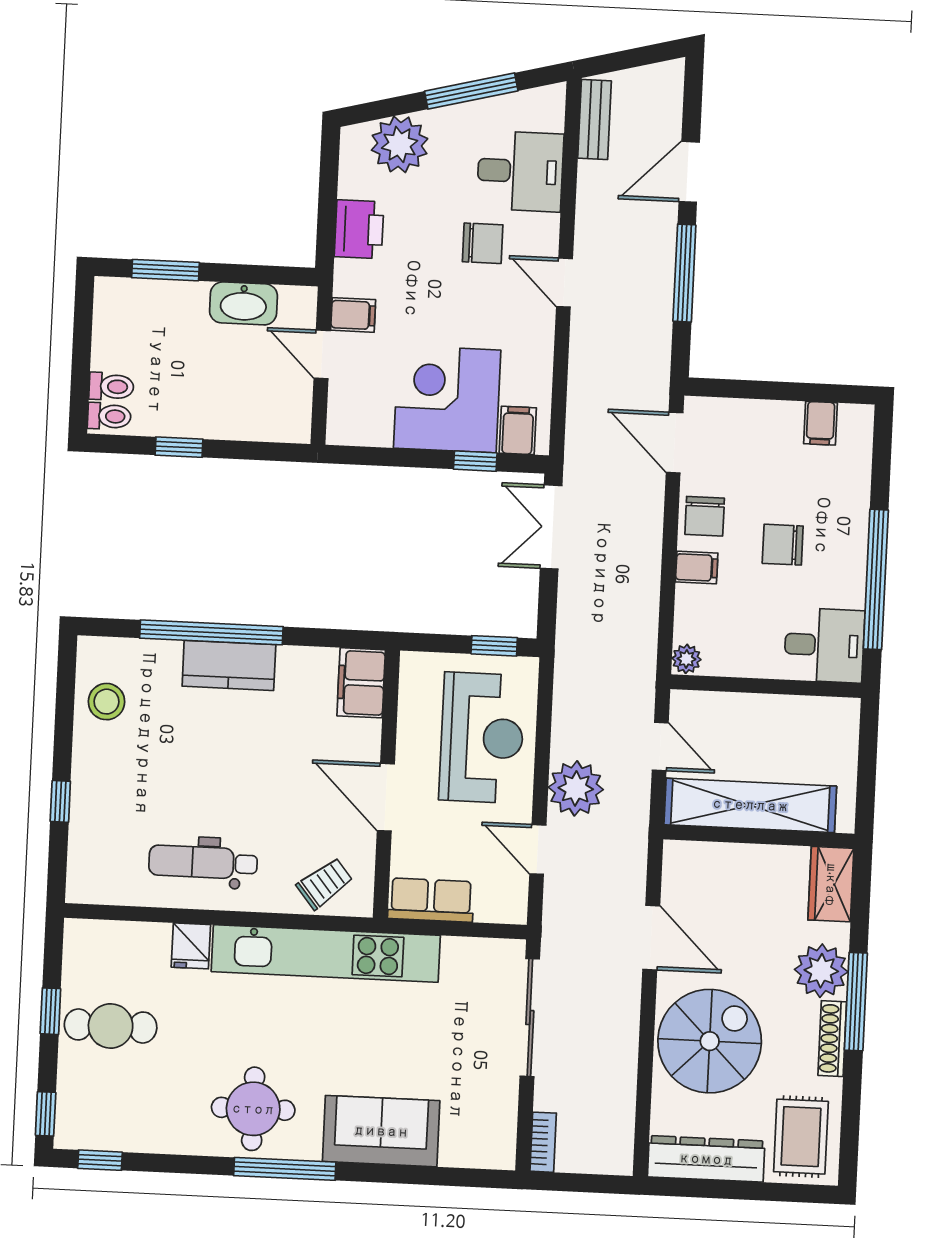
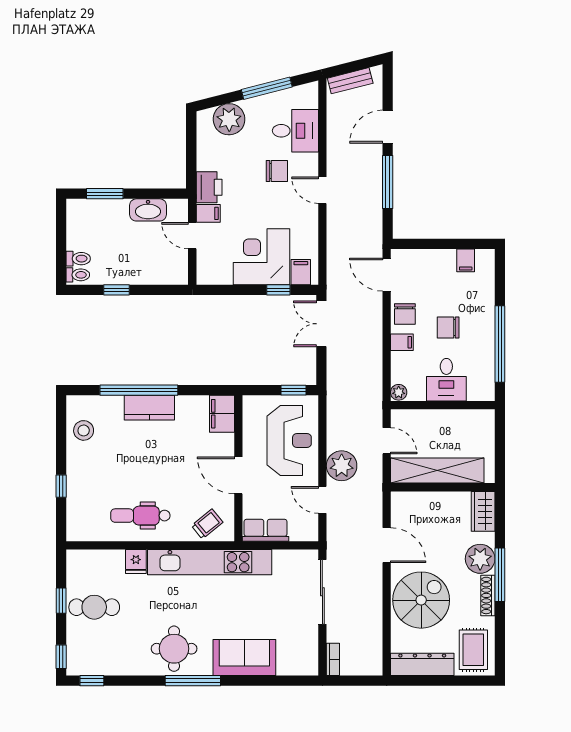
bench: (595, 120) -> (350, 81), moved, turned 76
printer: (359, 229) -> (209, 187), moved
desk: (824, 645) -> (446, 380), moved, turned 90

